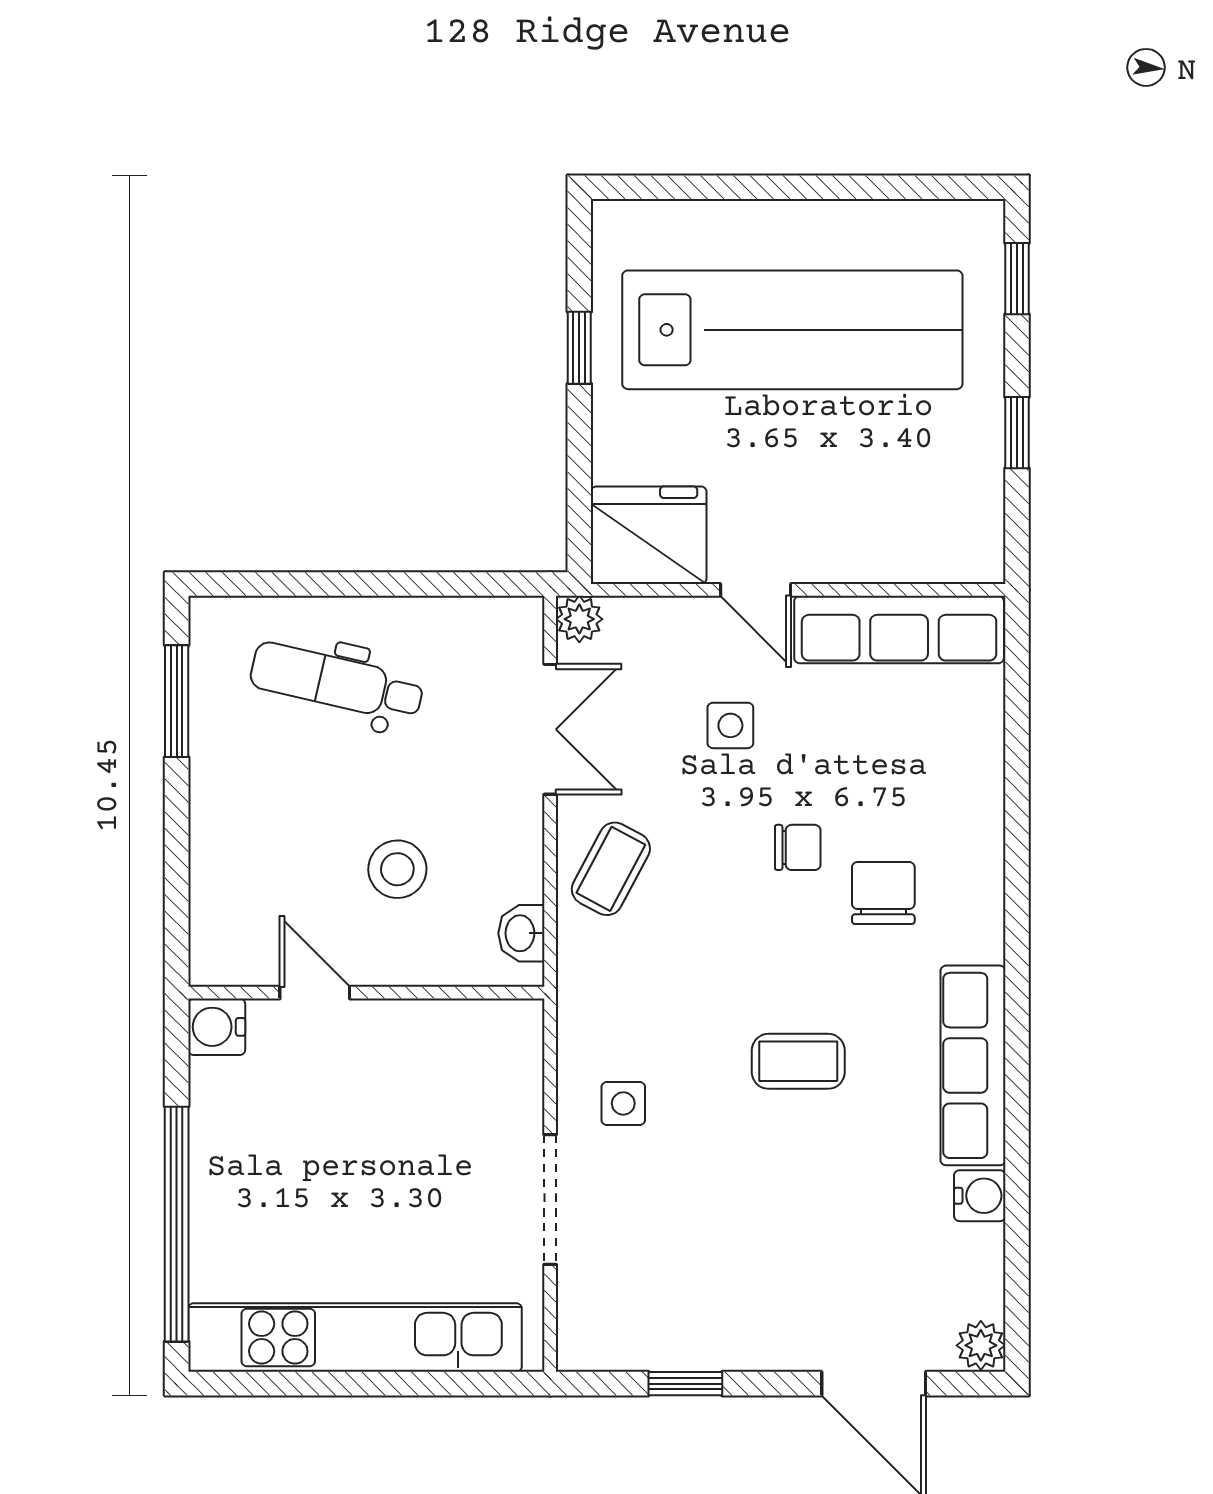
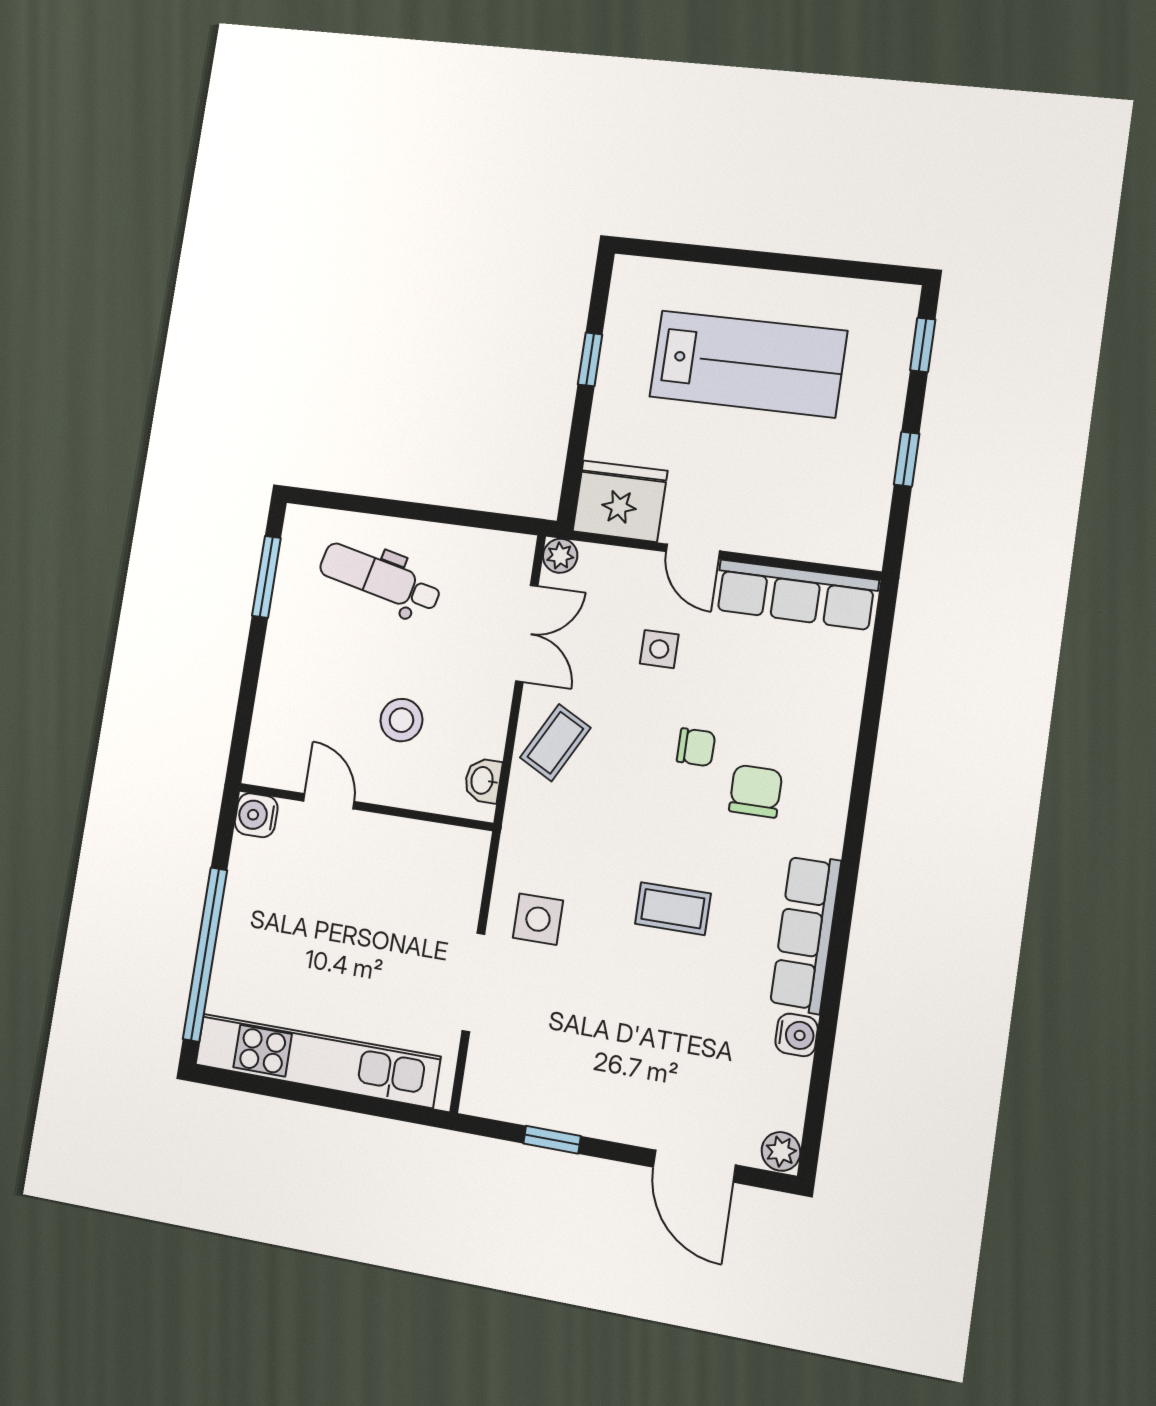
lab bench: (792, 330) -> (748, 364), width x0.73
side table: (623, 1103) -> (538, 919), width x1.37, depth x1.37

